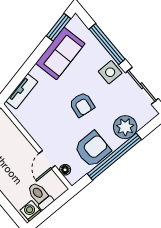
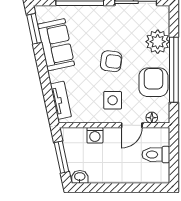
side table: (110, 72) -> (113, 100), moved
door: (47, 160) -> (132, 125), hinge flipped
washing machine: (31, 211) -> (95, 135), moved, turned -90

